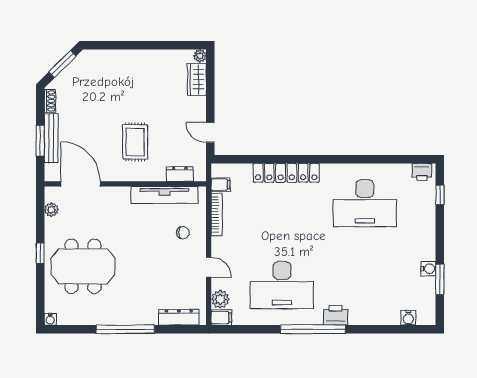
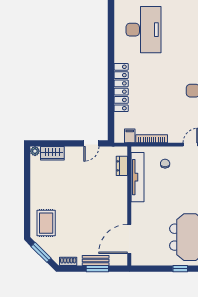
bench: (51, 138) -> (96, 261), width x0.73
rug: (135, 142) -> (46, 223), moved, turned 90
plant: (51, 210) -> (148, 260), removed

